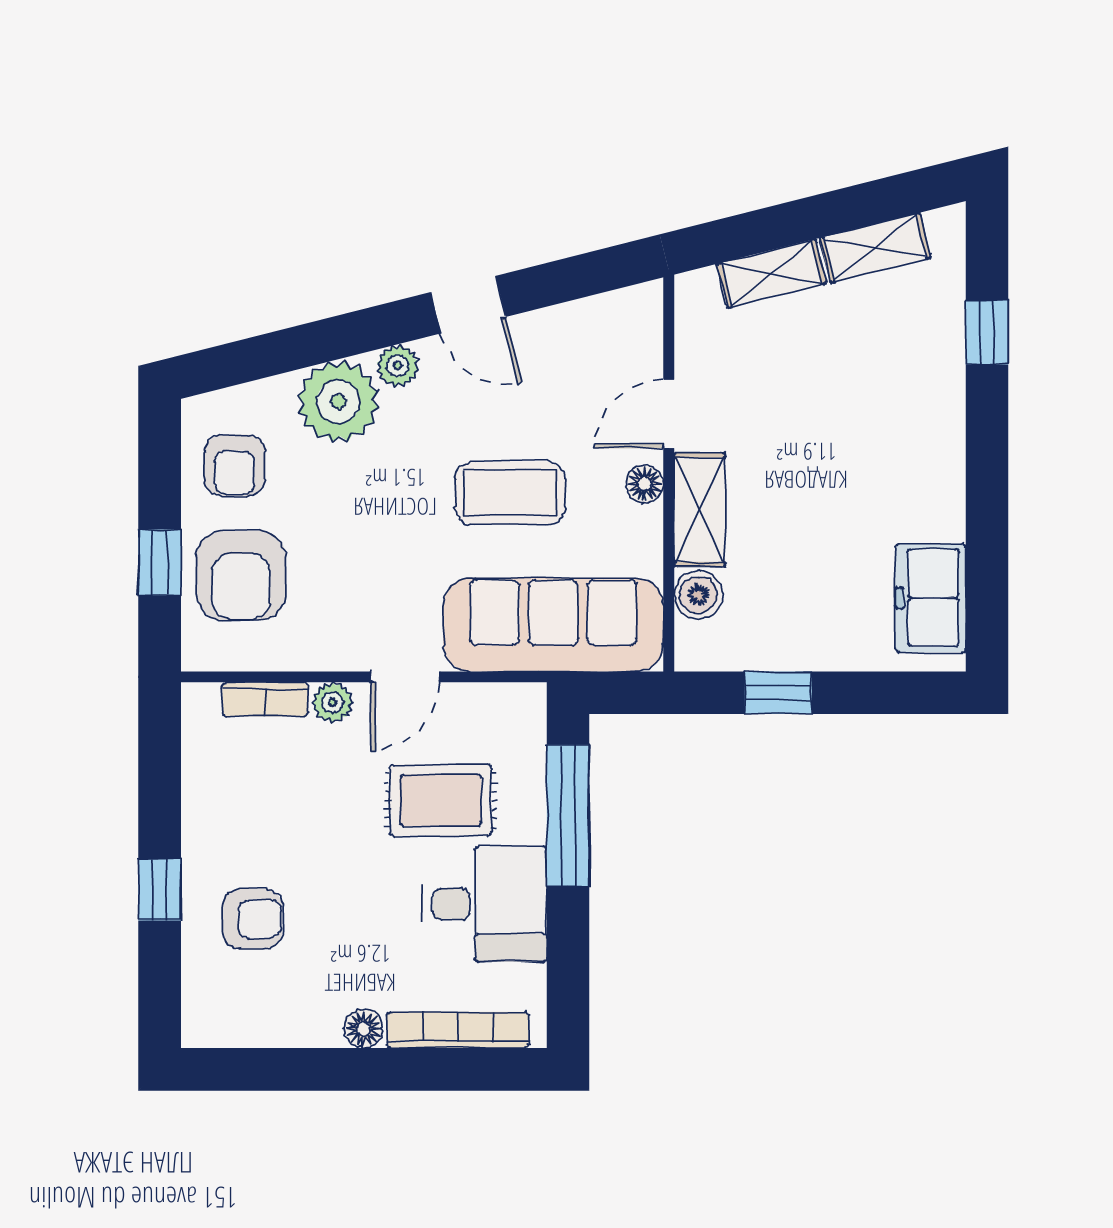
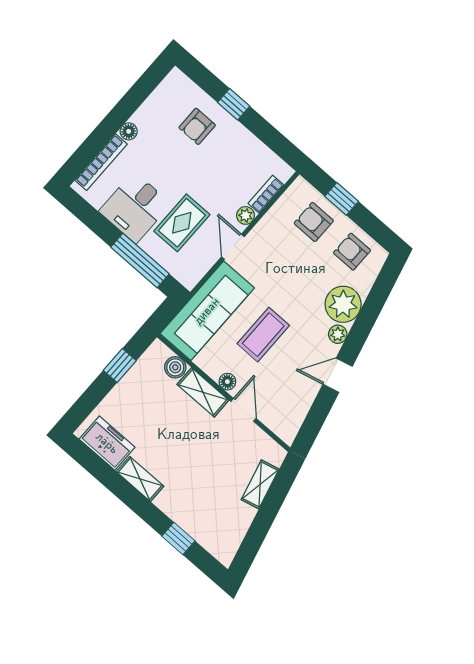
shelving: (875, 248) -> (140, 479), moved, turned -76
armchair: (241, 576) -> (314, 222), width x0.72, depth x0.72

